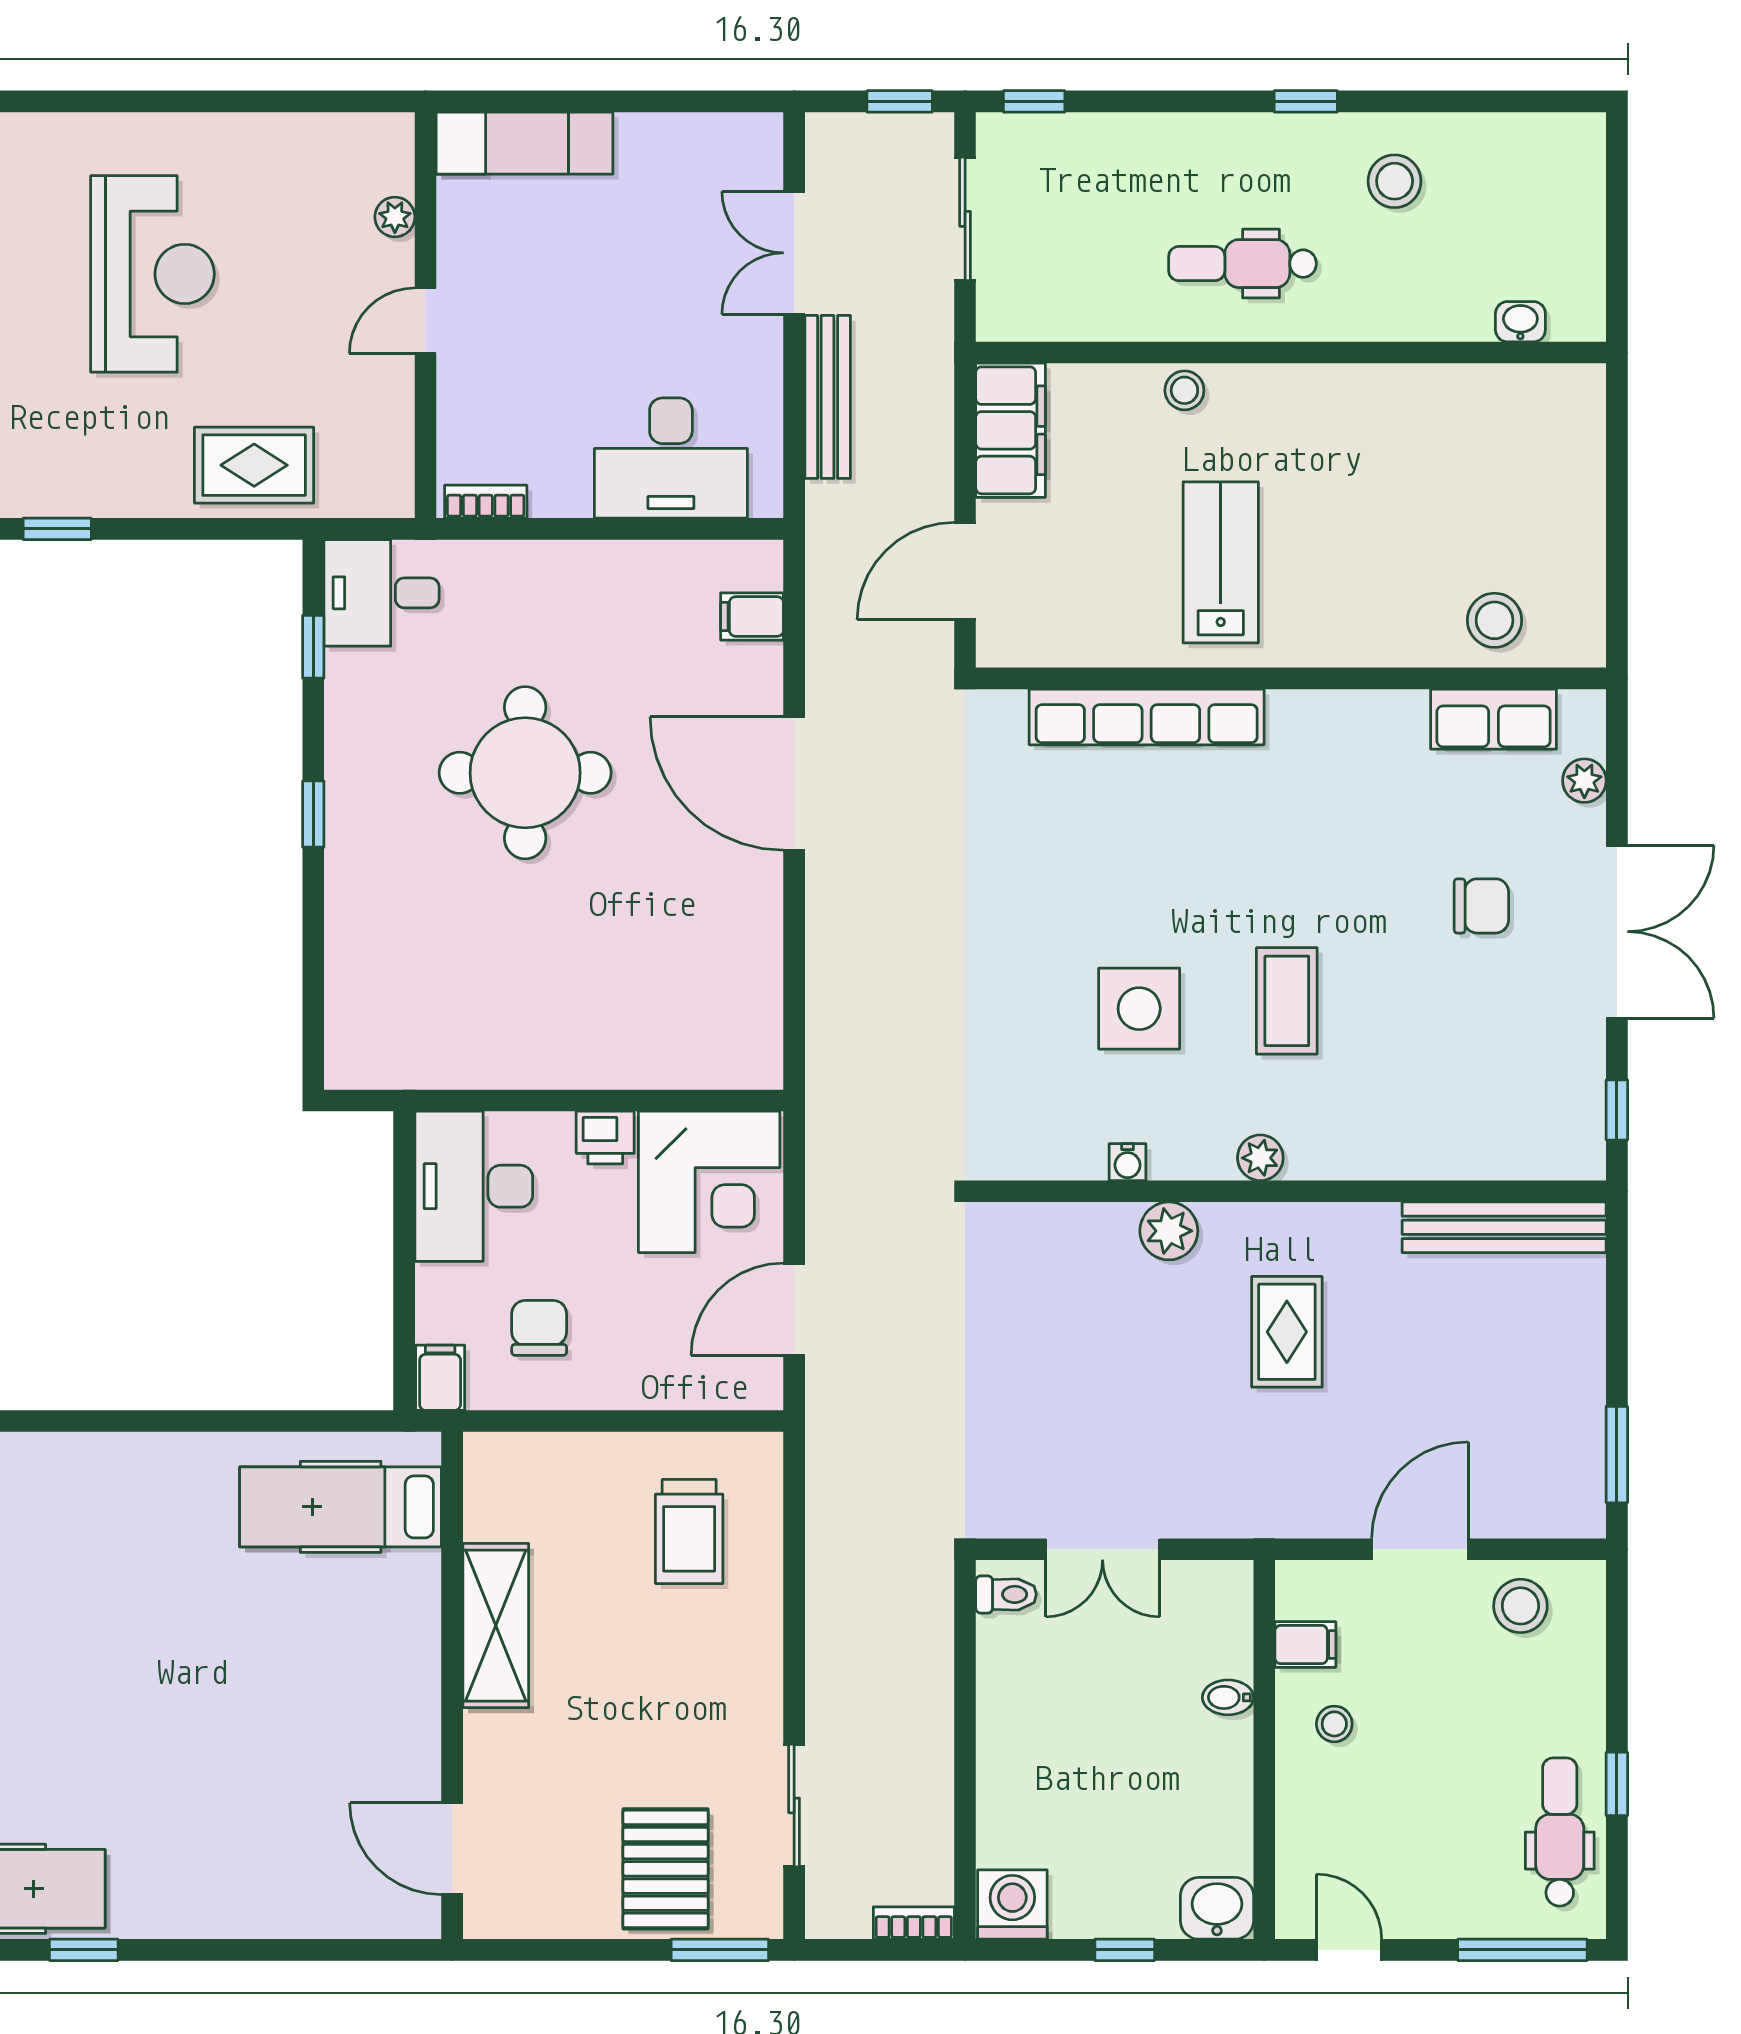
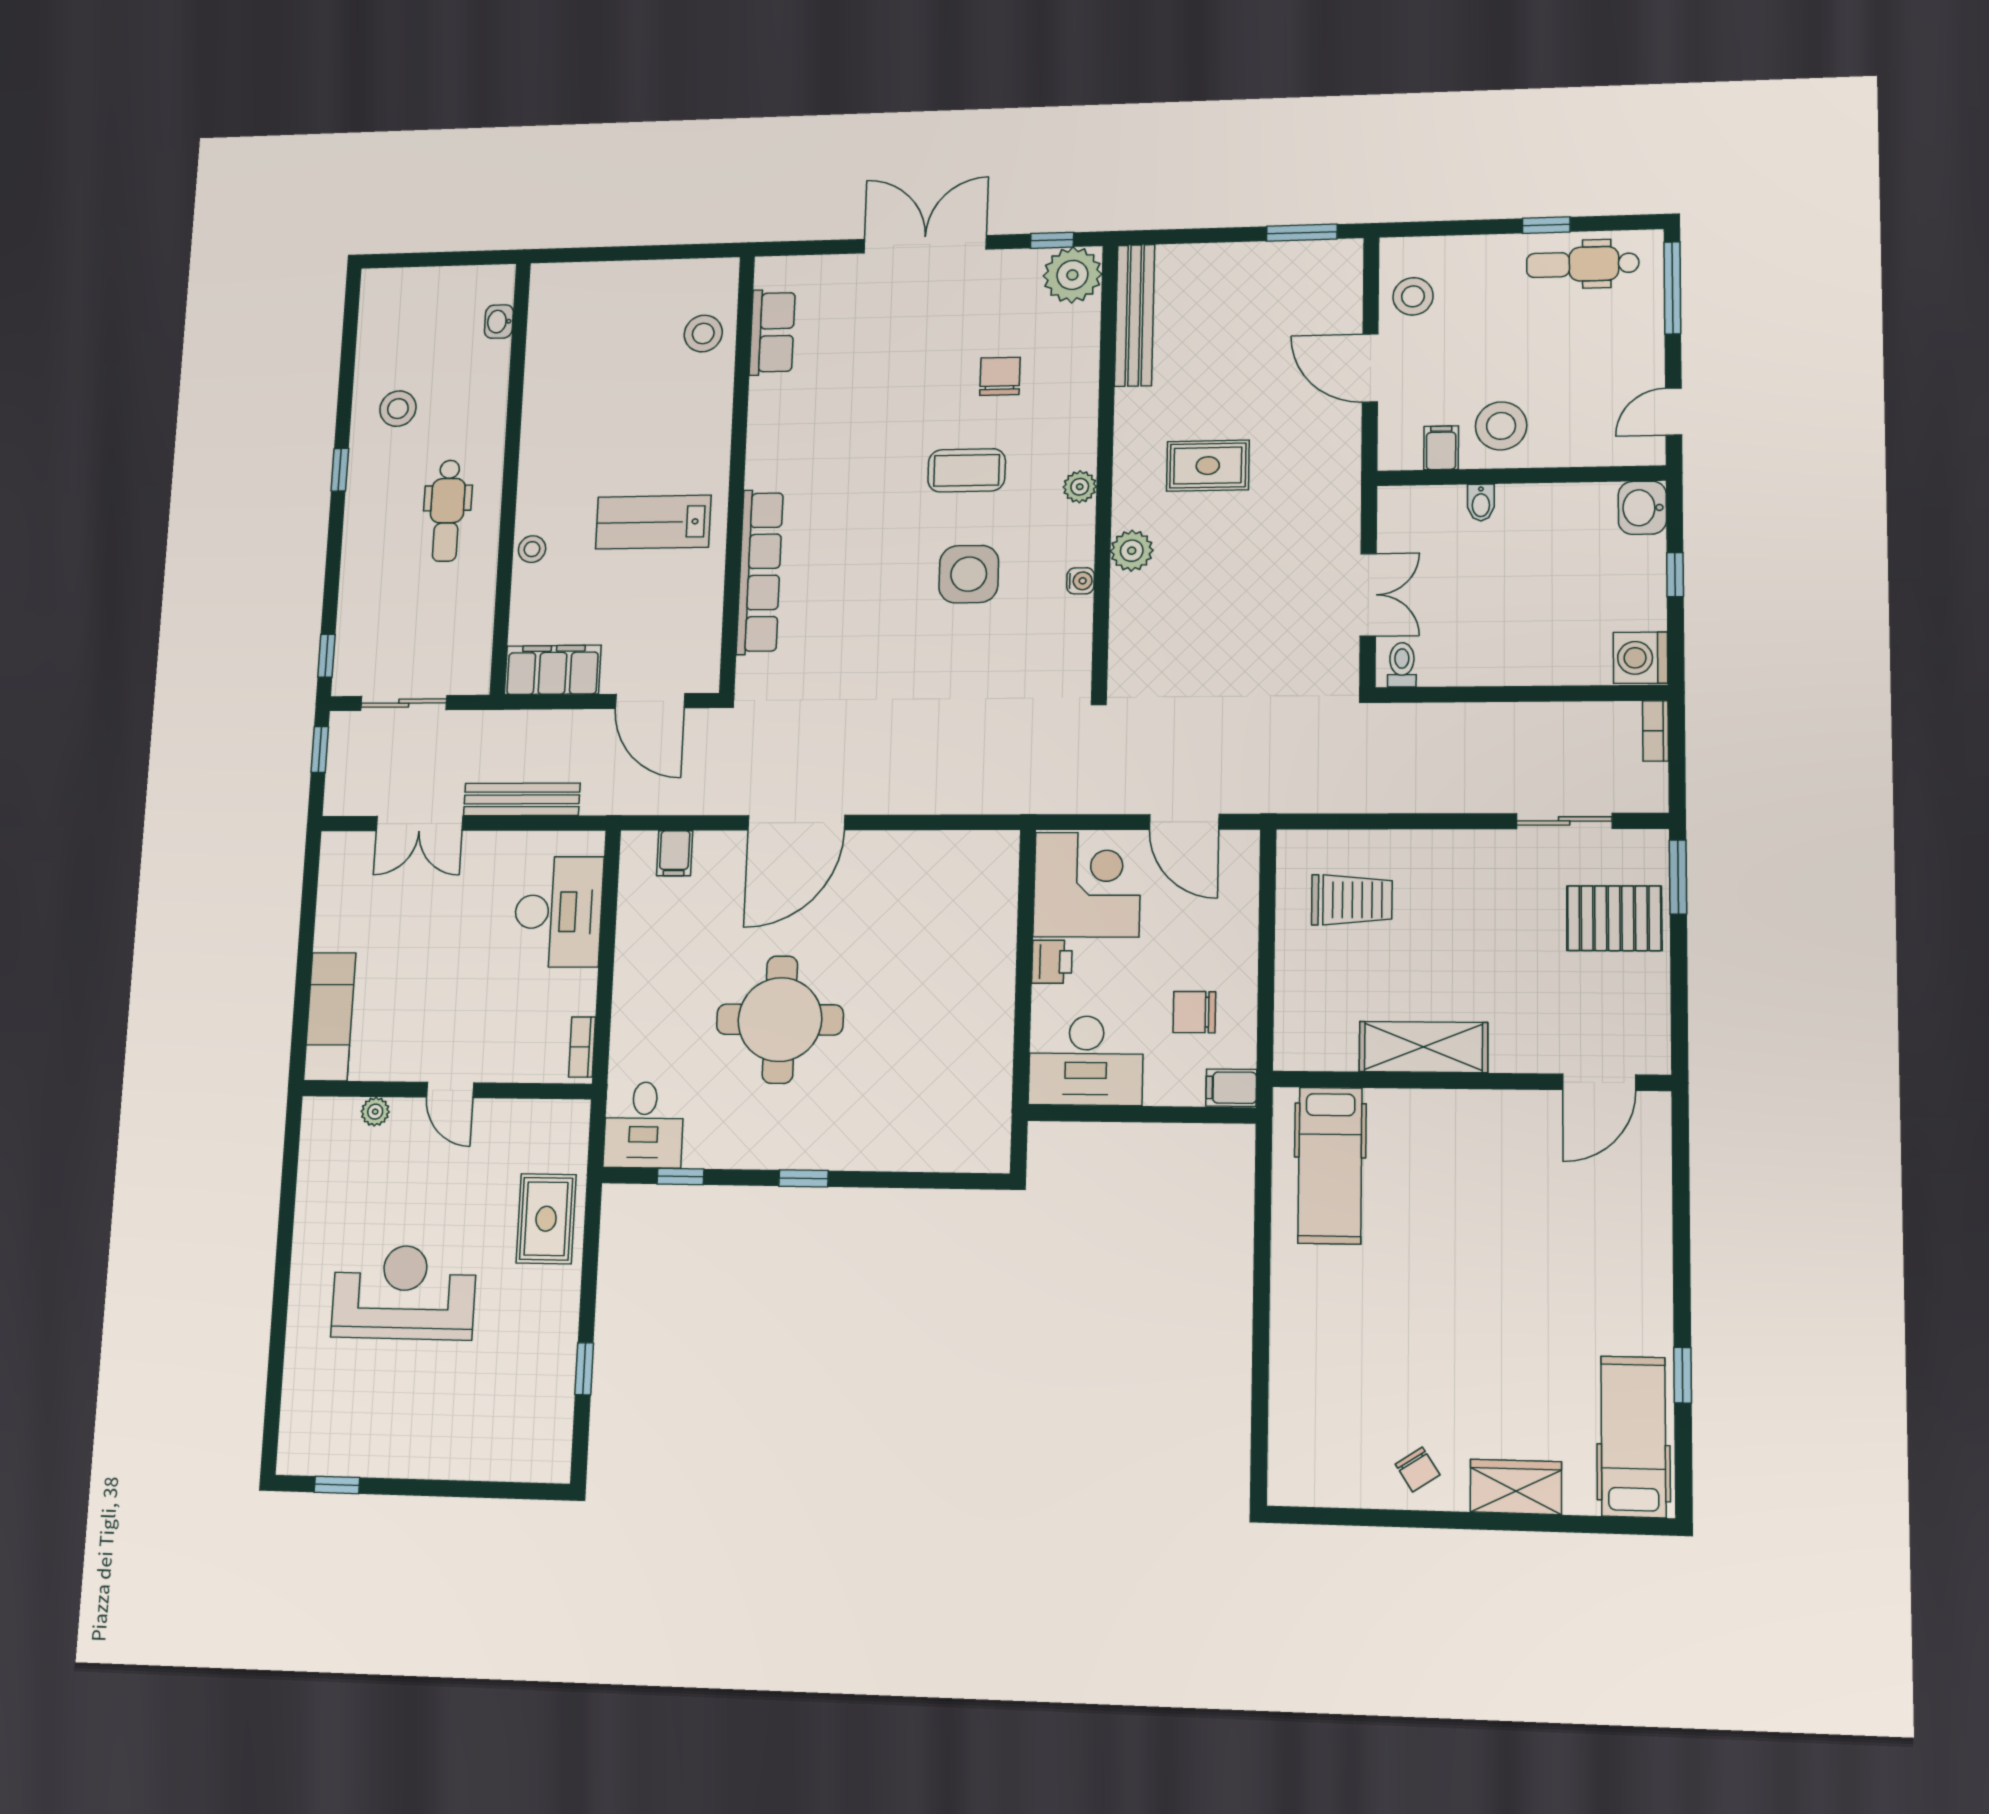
plant: (1584, 781) -> (1072, 275), moved, width x1.87, depth x1.87
chair: (1481, 906) -> (1000, 376), moved
stool: (1334, 1724) -> (1501, 426), width x1.89, depth x1.89

